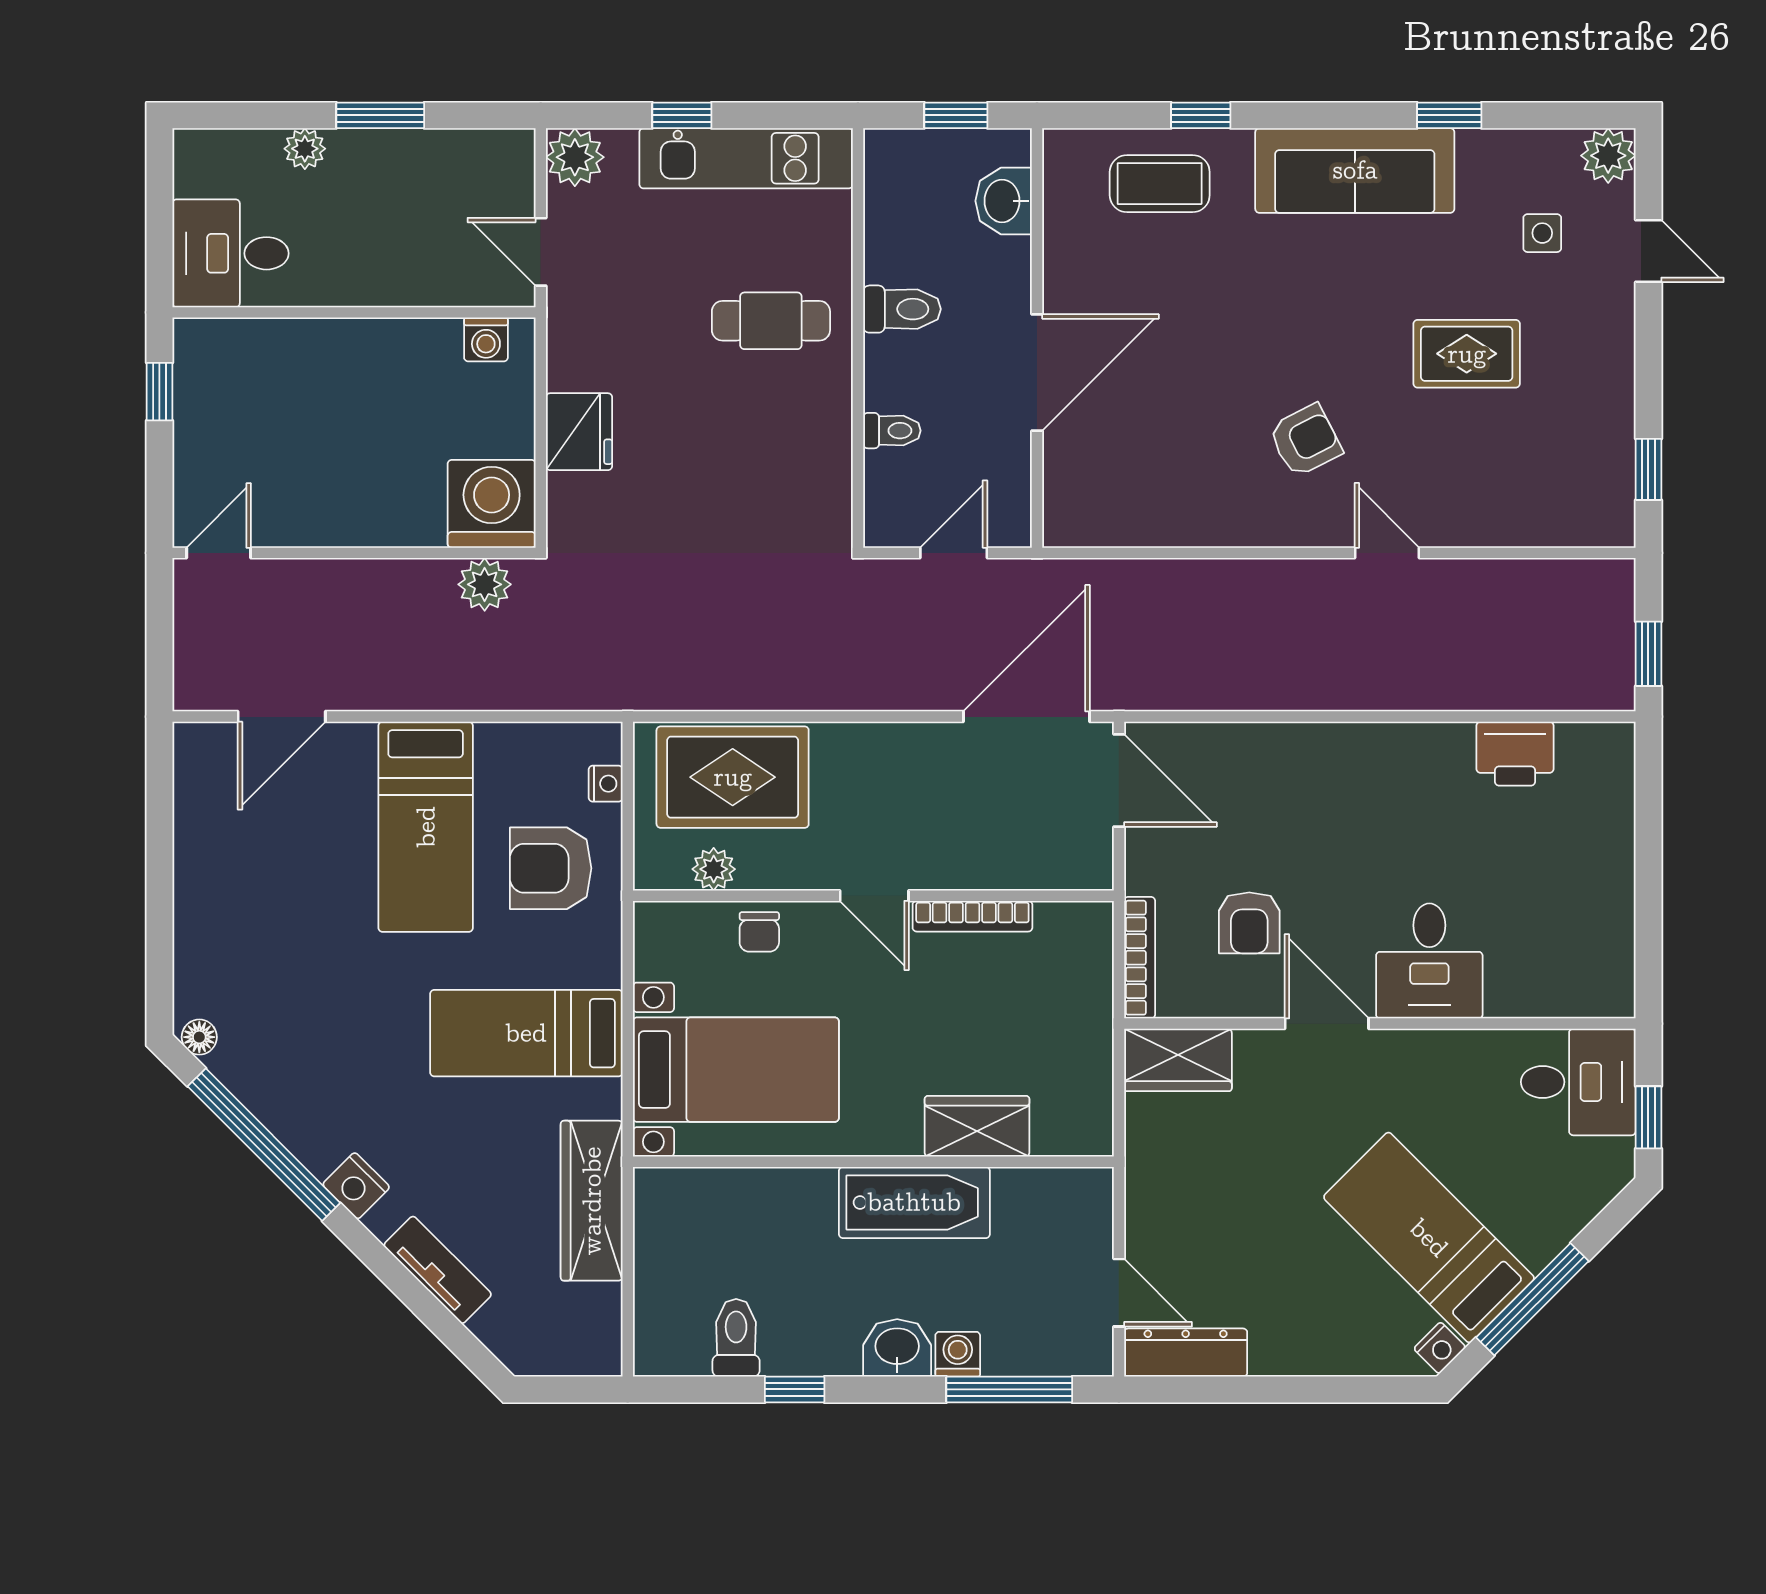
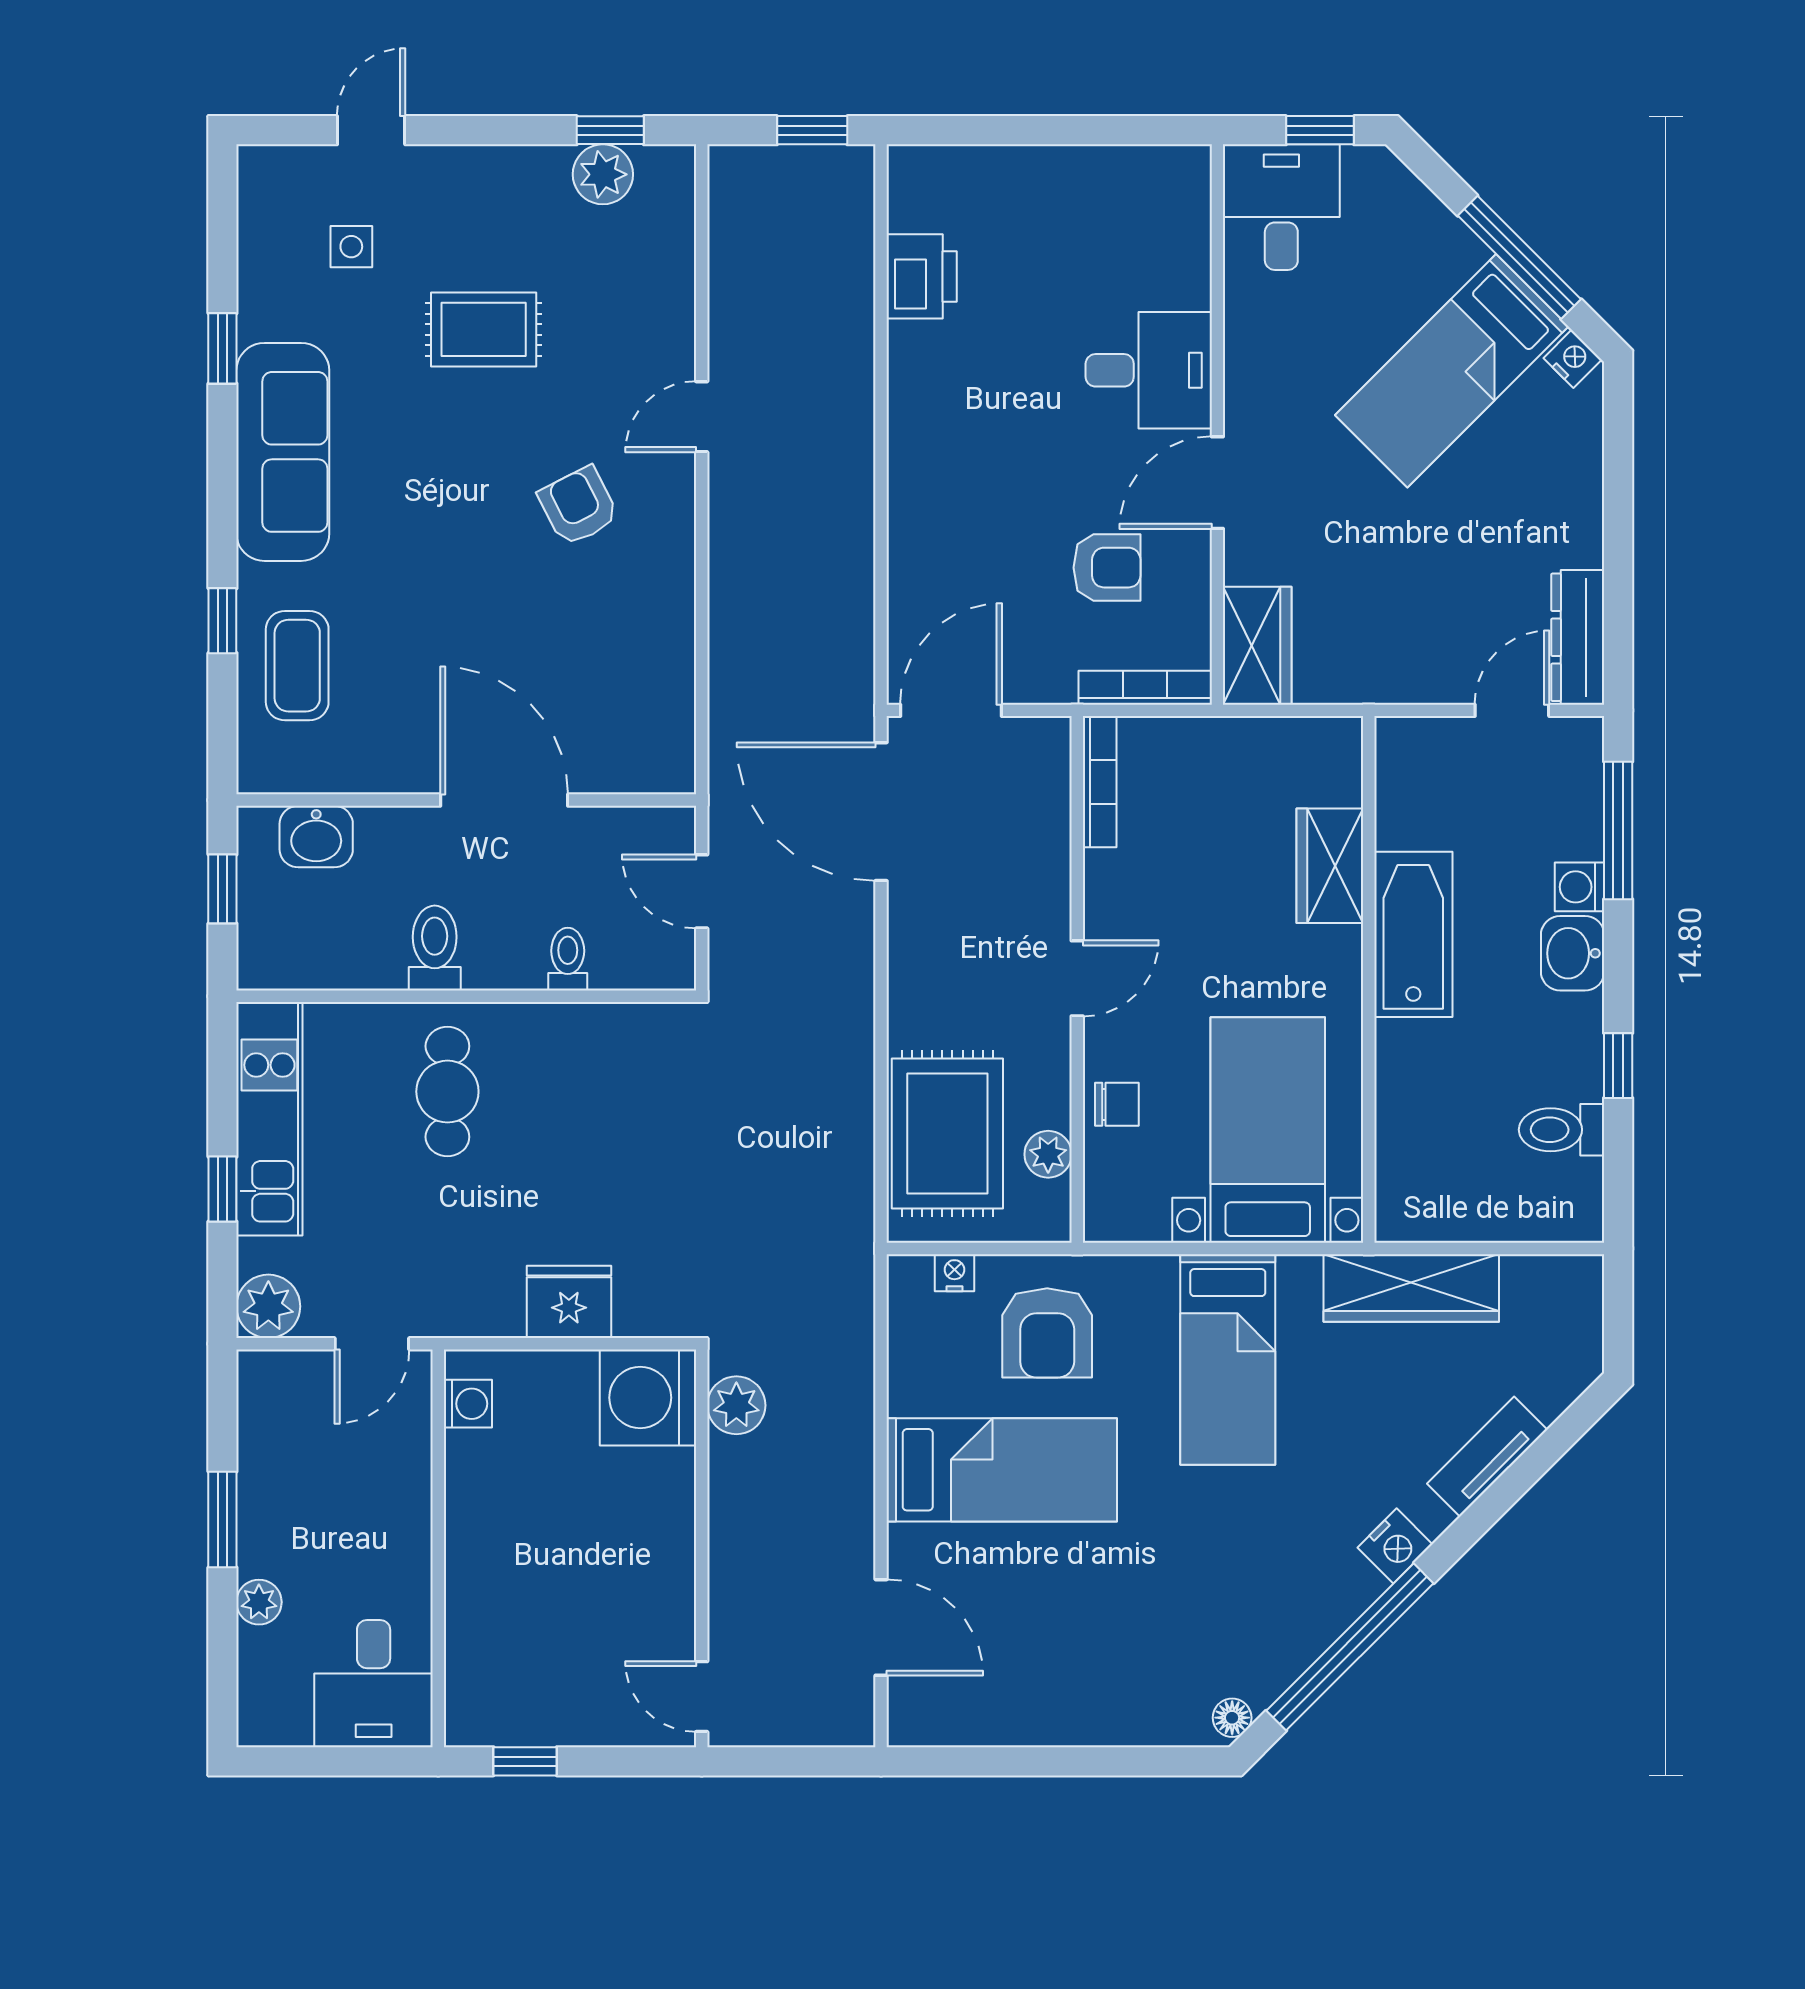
plant: (1608, 156) -> (603, 174), moved
rug: (1467, 354) -> (484, 329), turned 90
bookcase: (972, 916) -> (1100, 782), moved

